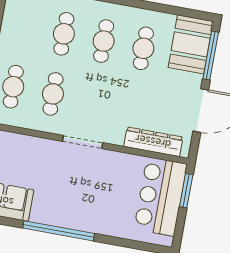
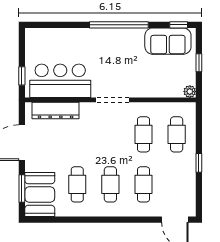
window: (211, 56) -> (22, 188), width x0.69
window: (186, 191) -> (22, 76), width x0.67
bar counter: (161, 197) -> (60, 81), moved, turned -90

